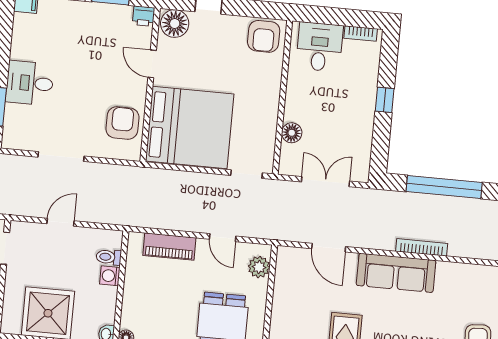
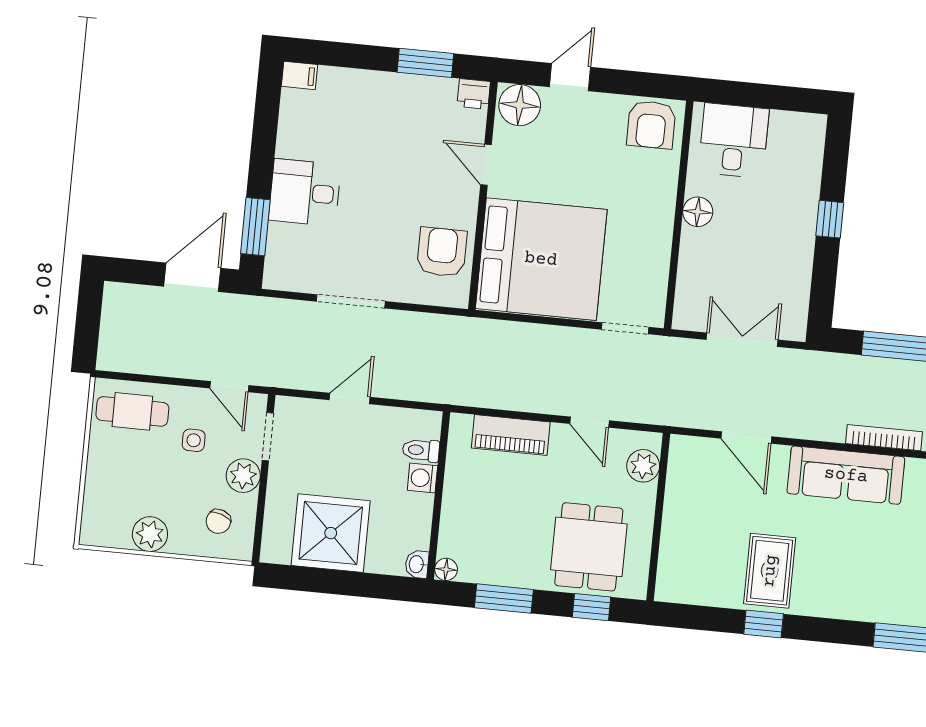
bookcase: (361, 34) -> (795, 121), removed
floor lamp: (292, 133) -> (698, 212), moved

